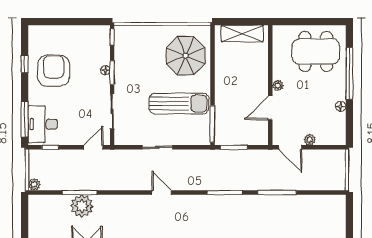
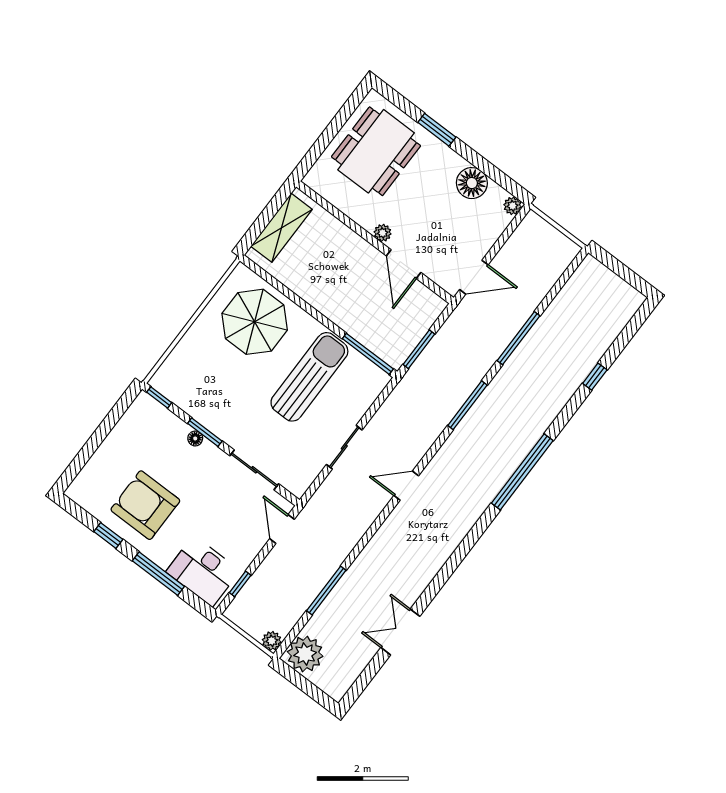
window: (349, 73) -> (437, 130), width x0.47
floor lamp: (341, 106) -> (472, 183), width x1.89, depth x1.89
window: (25, 119) -> (158, 574), moved
plant: (310, 140) -> (513, 206), moved
plant: (82, 206) -> (305, 654), moved

